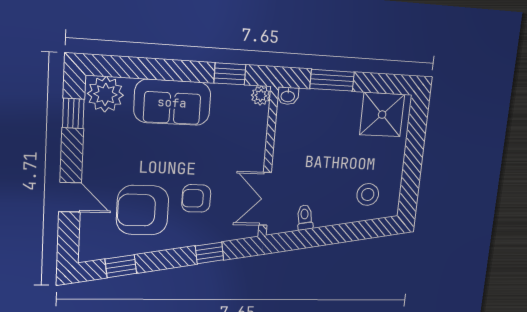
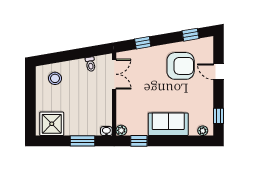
plant: (105, 94) -> (203, 131), width x0.53, depth x0.53
armchair: (196, 198) -> (152, 73), removed

